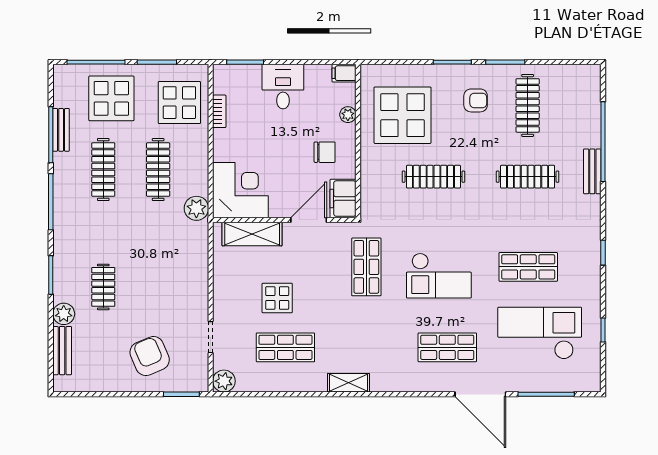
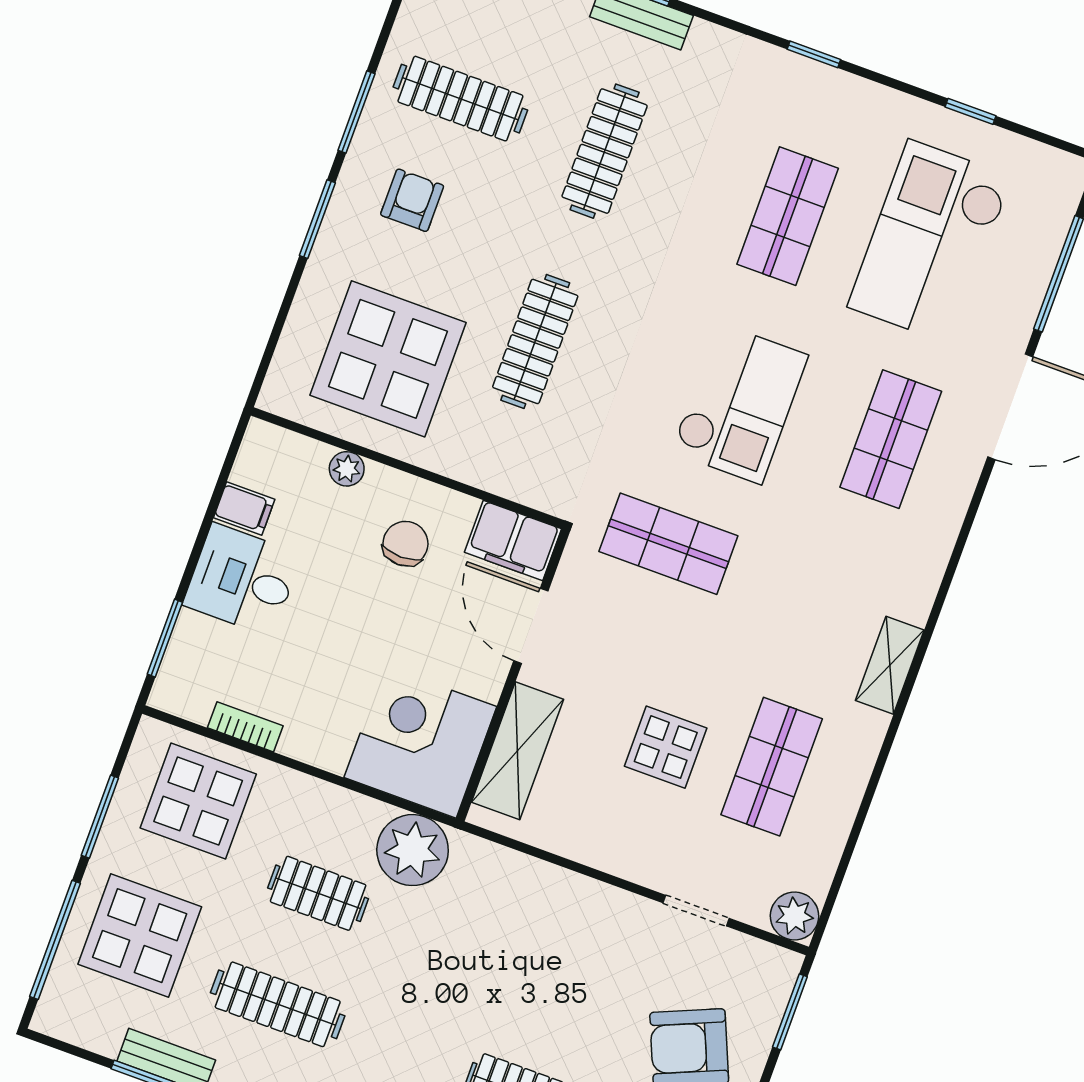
filing cabinet: (344, 73) -> (244, 508), moved, turned -90
clothes rail: (158, 170) -> (318, 893), width x0.73
plant: (196, 208) -> (413, 850), width x1.36, depth x1.36

